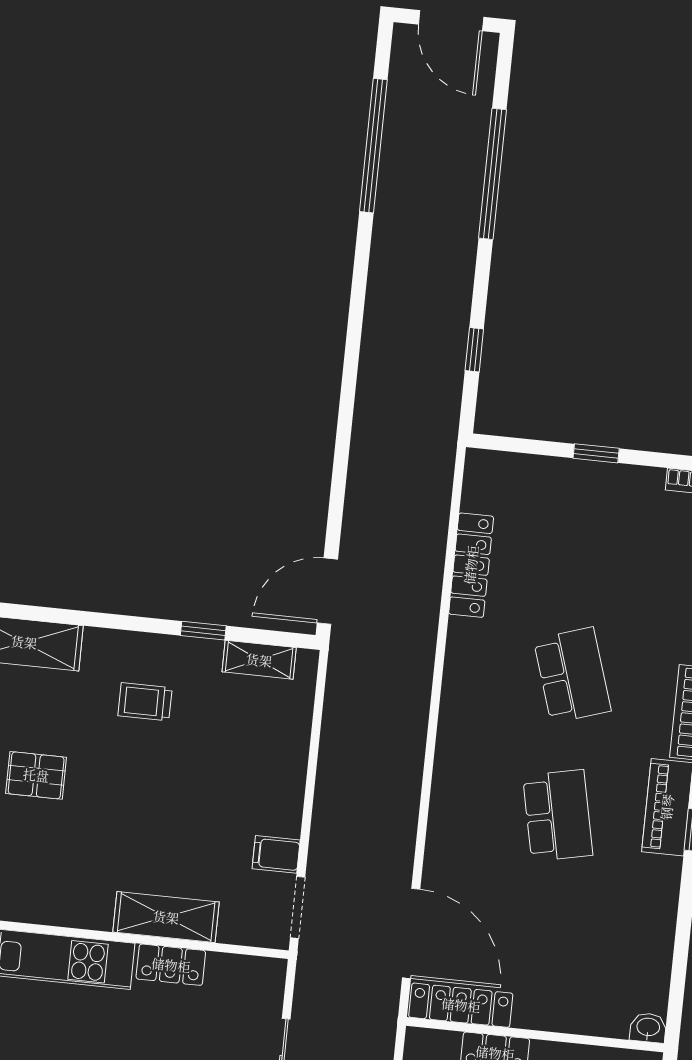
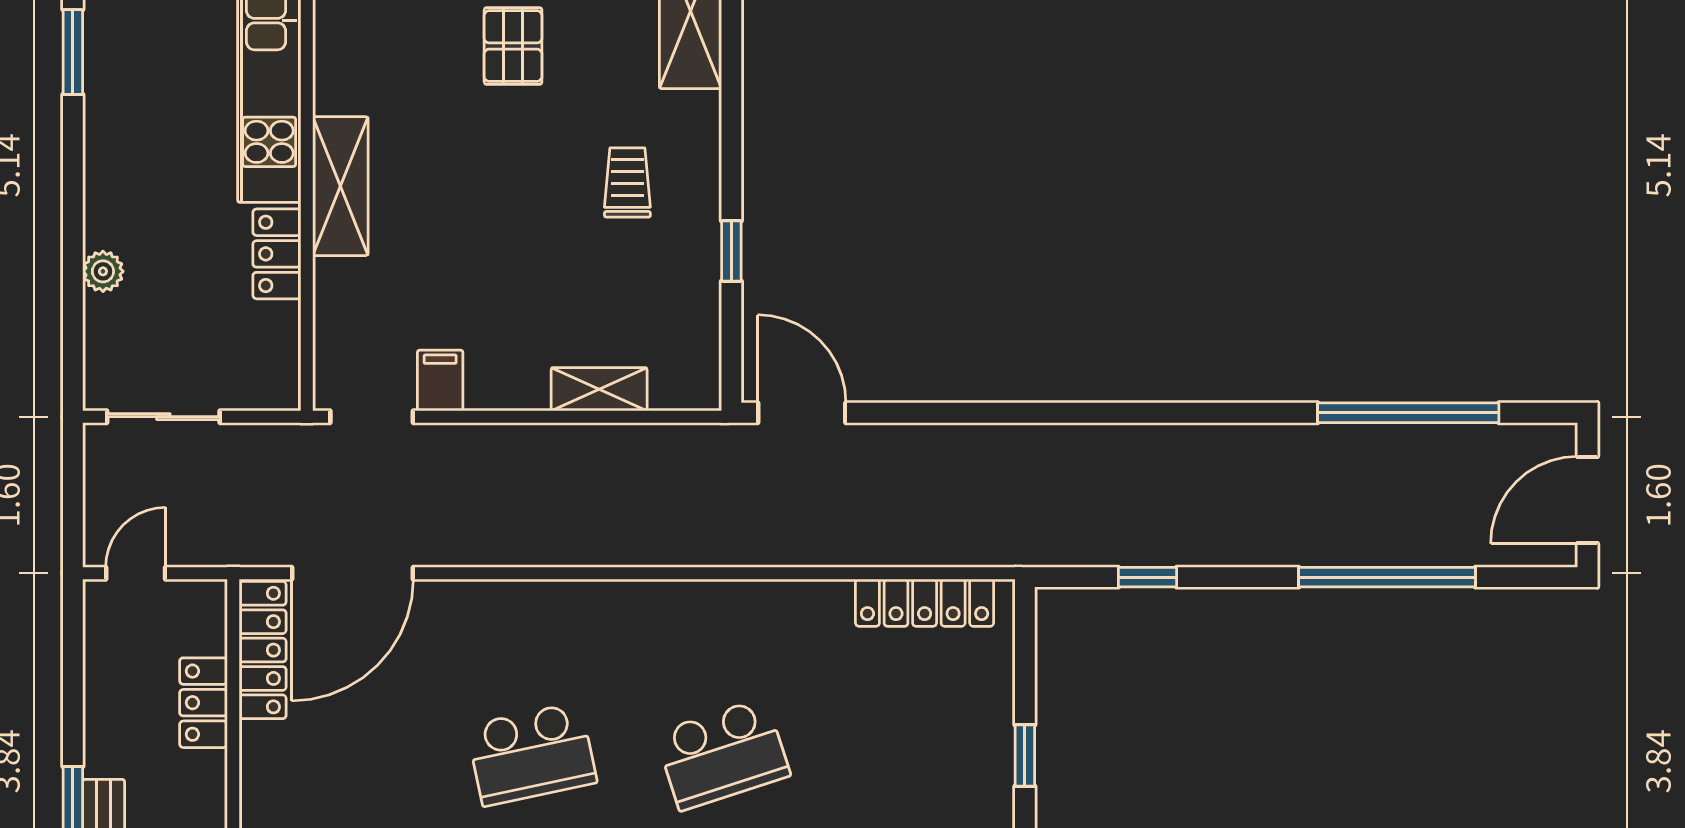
locker: (471, 565) -> (925, 603), moved
shelving: (259, 660) -> (599, 389), moved, turned 90
shelving: (166, 917) -> (340, 186), moved

